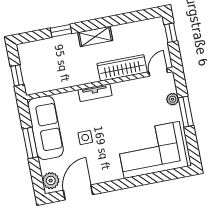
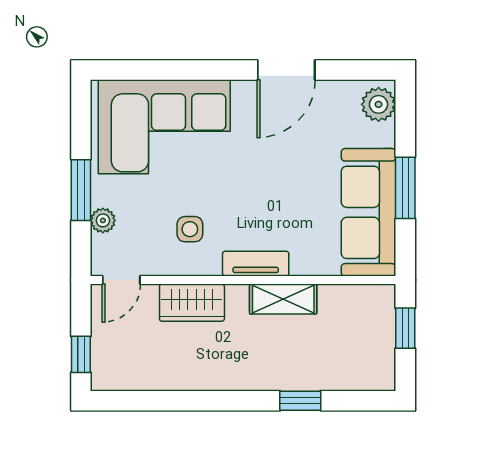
shelving: (95, 36) -> (283, 299), moved
wardrobe: (122, 68) -> (192, 303), width x0.67
side table: (85, 138) -> (190, 229), moved
door: (78, 192) -> (286, 70), moved

